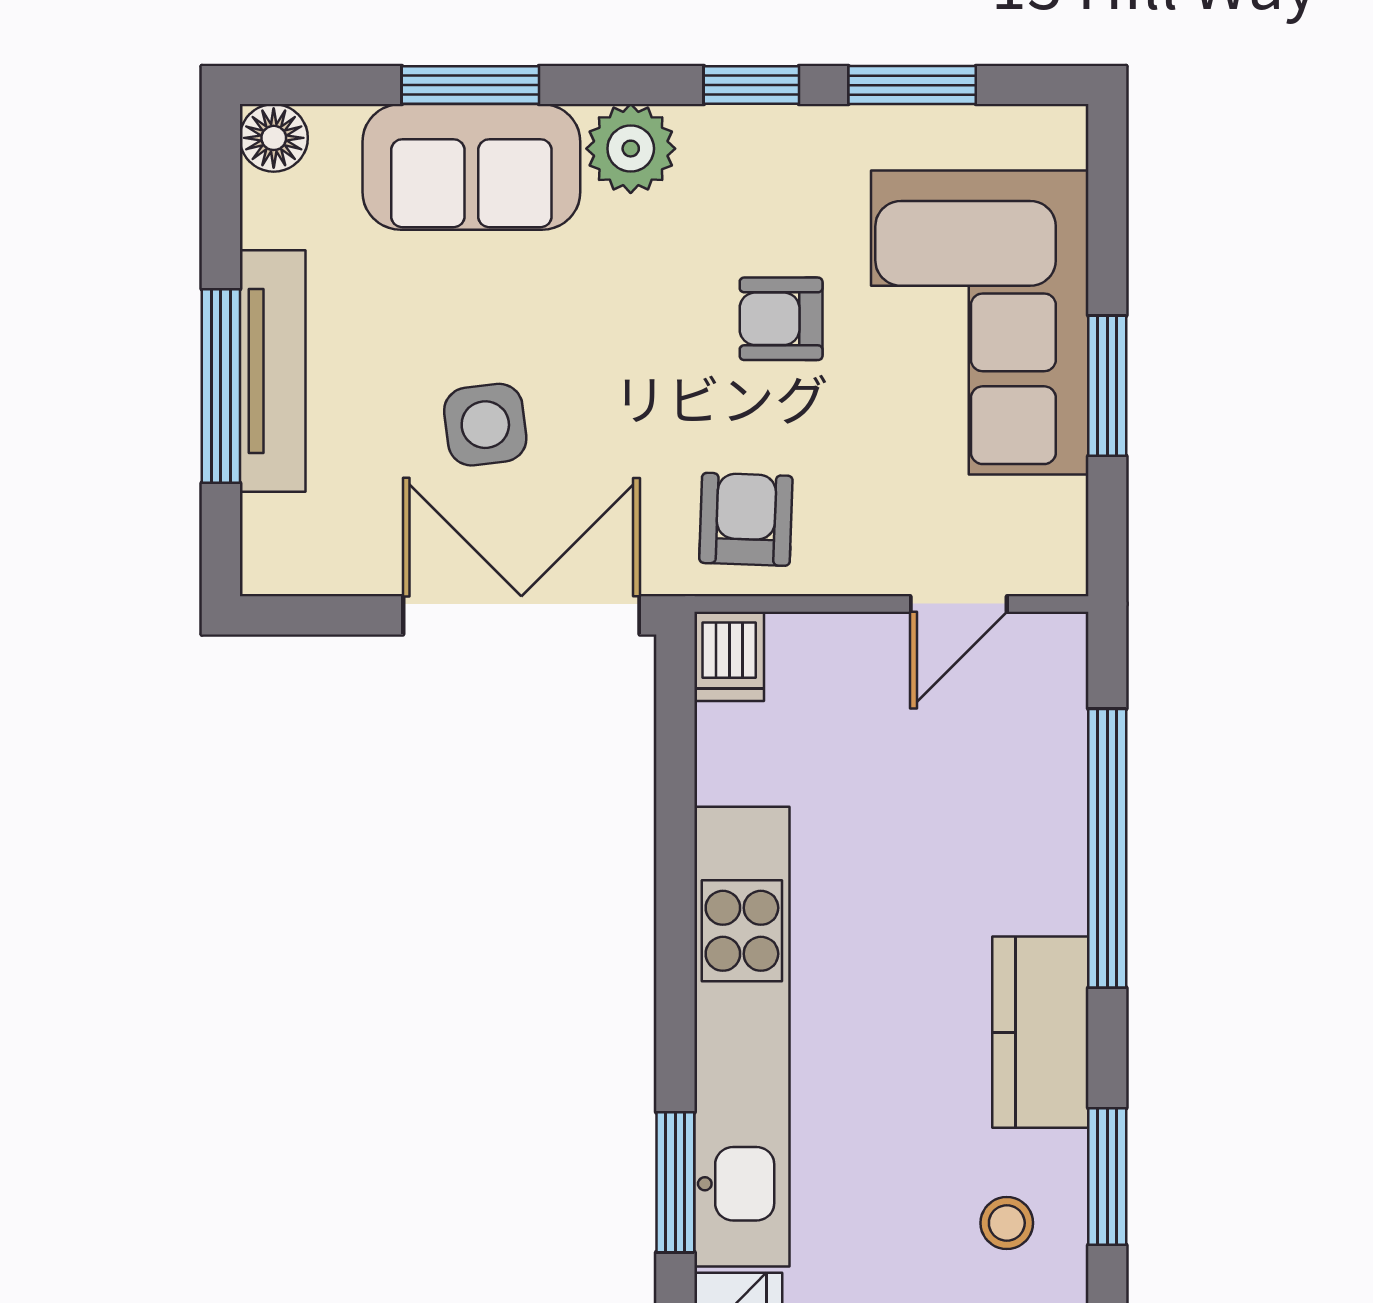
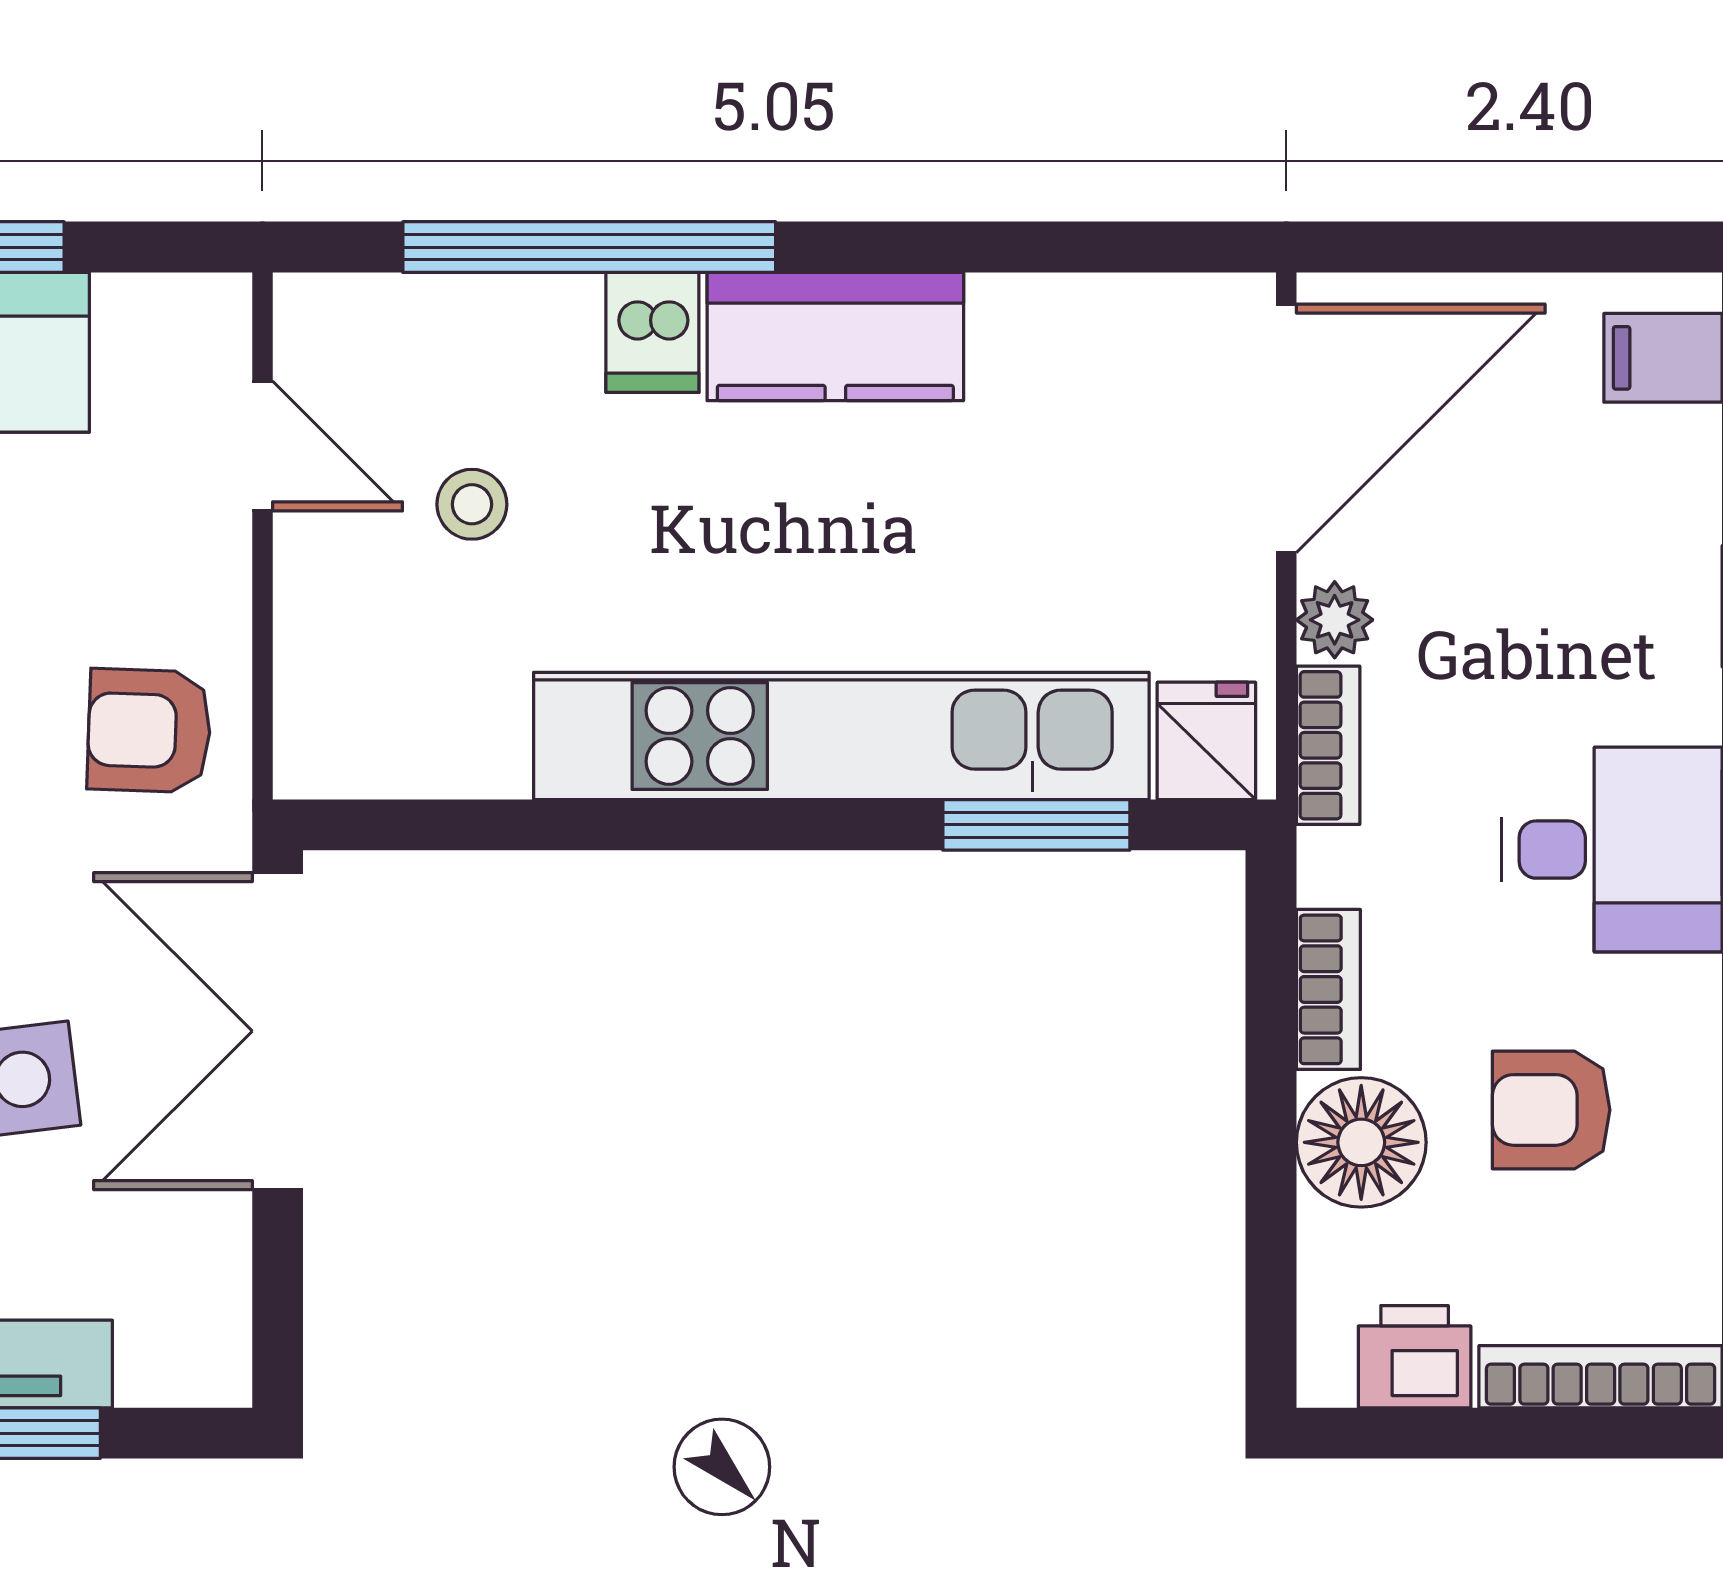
dishwasher: (729, 656) -> (652, 332), moved, turned 90
window: (1107, 1176) -> (1028, 247), removed
stool: (1007, 1223) -> (472, 504), moved

